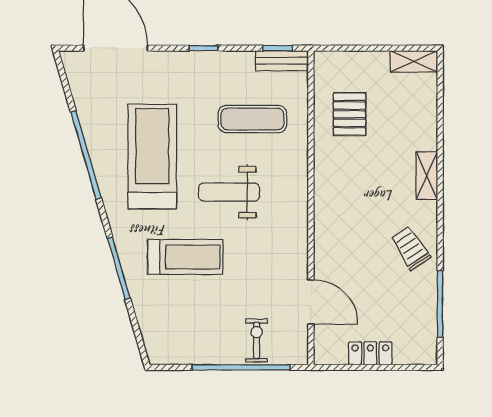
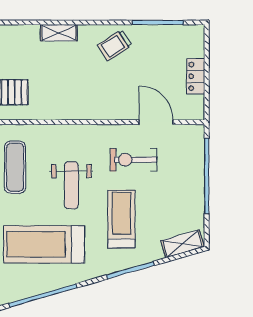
door: (311, 302) -> (156, 122), hinge flipped
shelving: (153, 336) -> (182, 244), added
exercise bike: (257, 340) -> (134, 160), moved, width x1.38, depth x1.39

